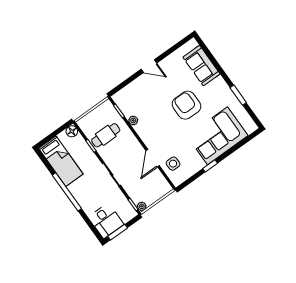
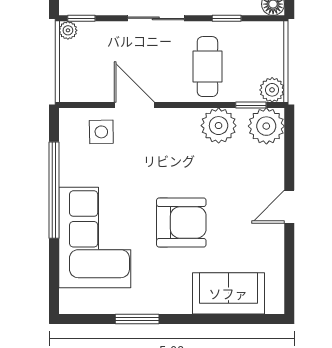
plant: (123, 99) -> (266, 126), added
plant: (107, 107) -> (272, 90), added
plant: (133, 120) -> (219, 126), width x1.88, depth x1.88
cafe table: (106, 135) -> (207, 67), moved
window: (210, 166) -> (54, 190), width x3.17

